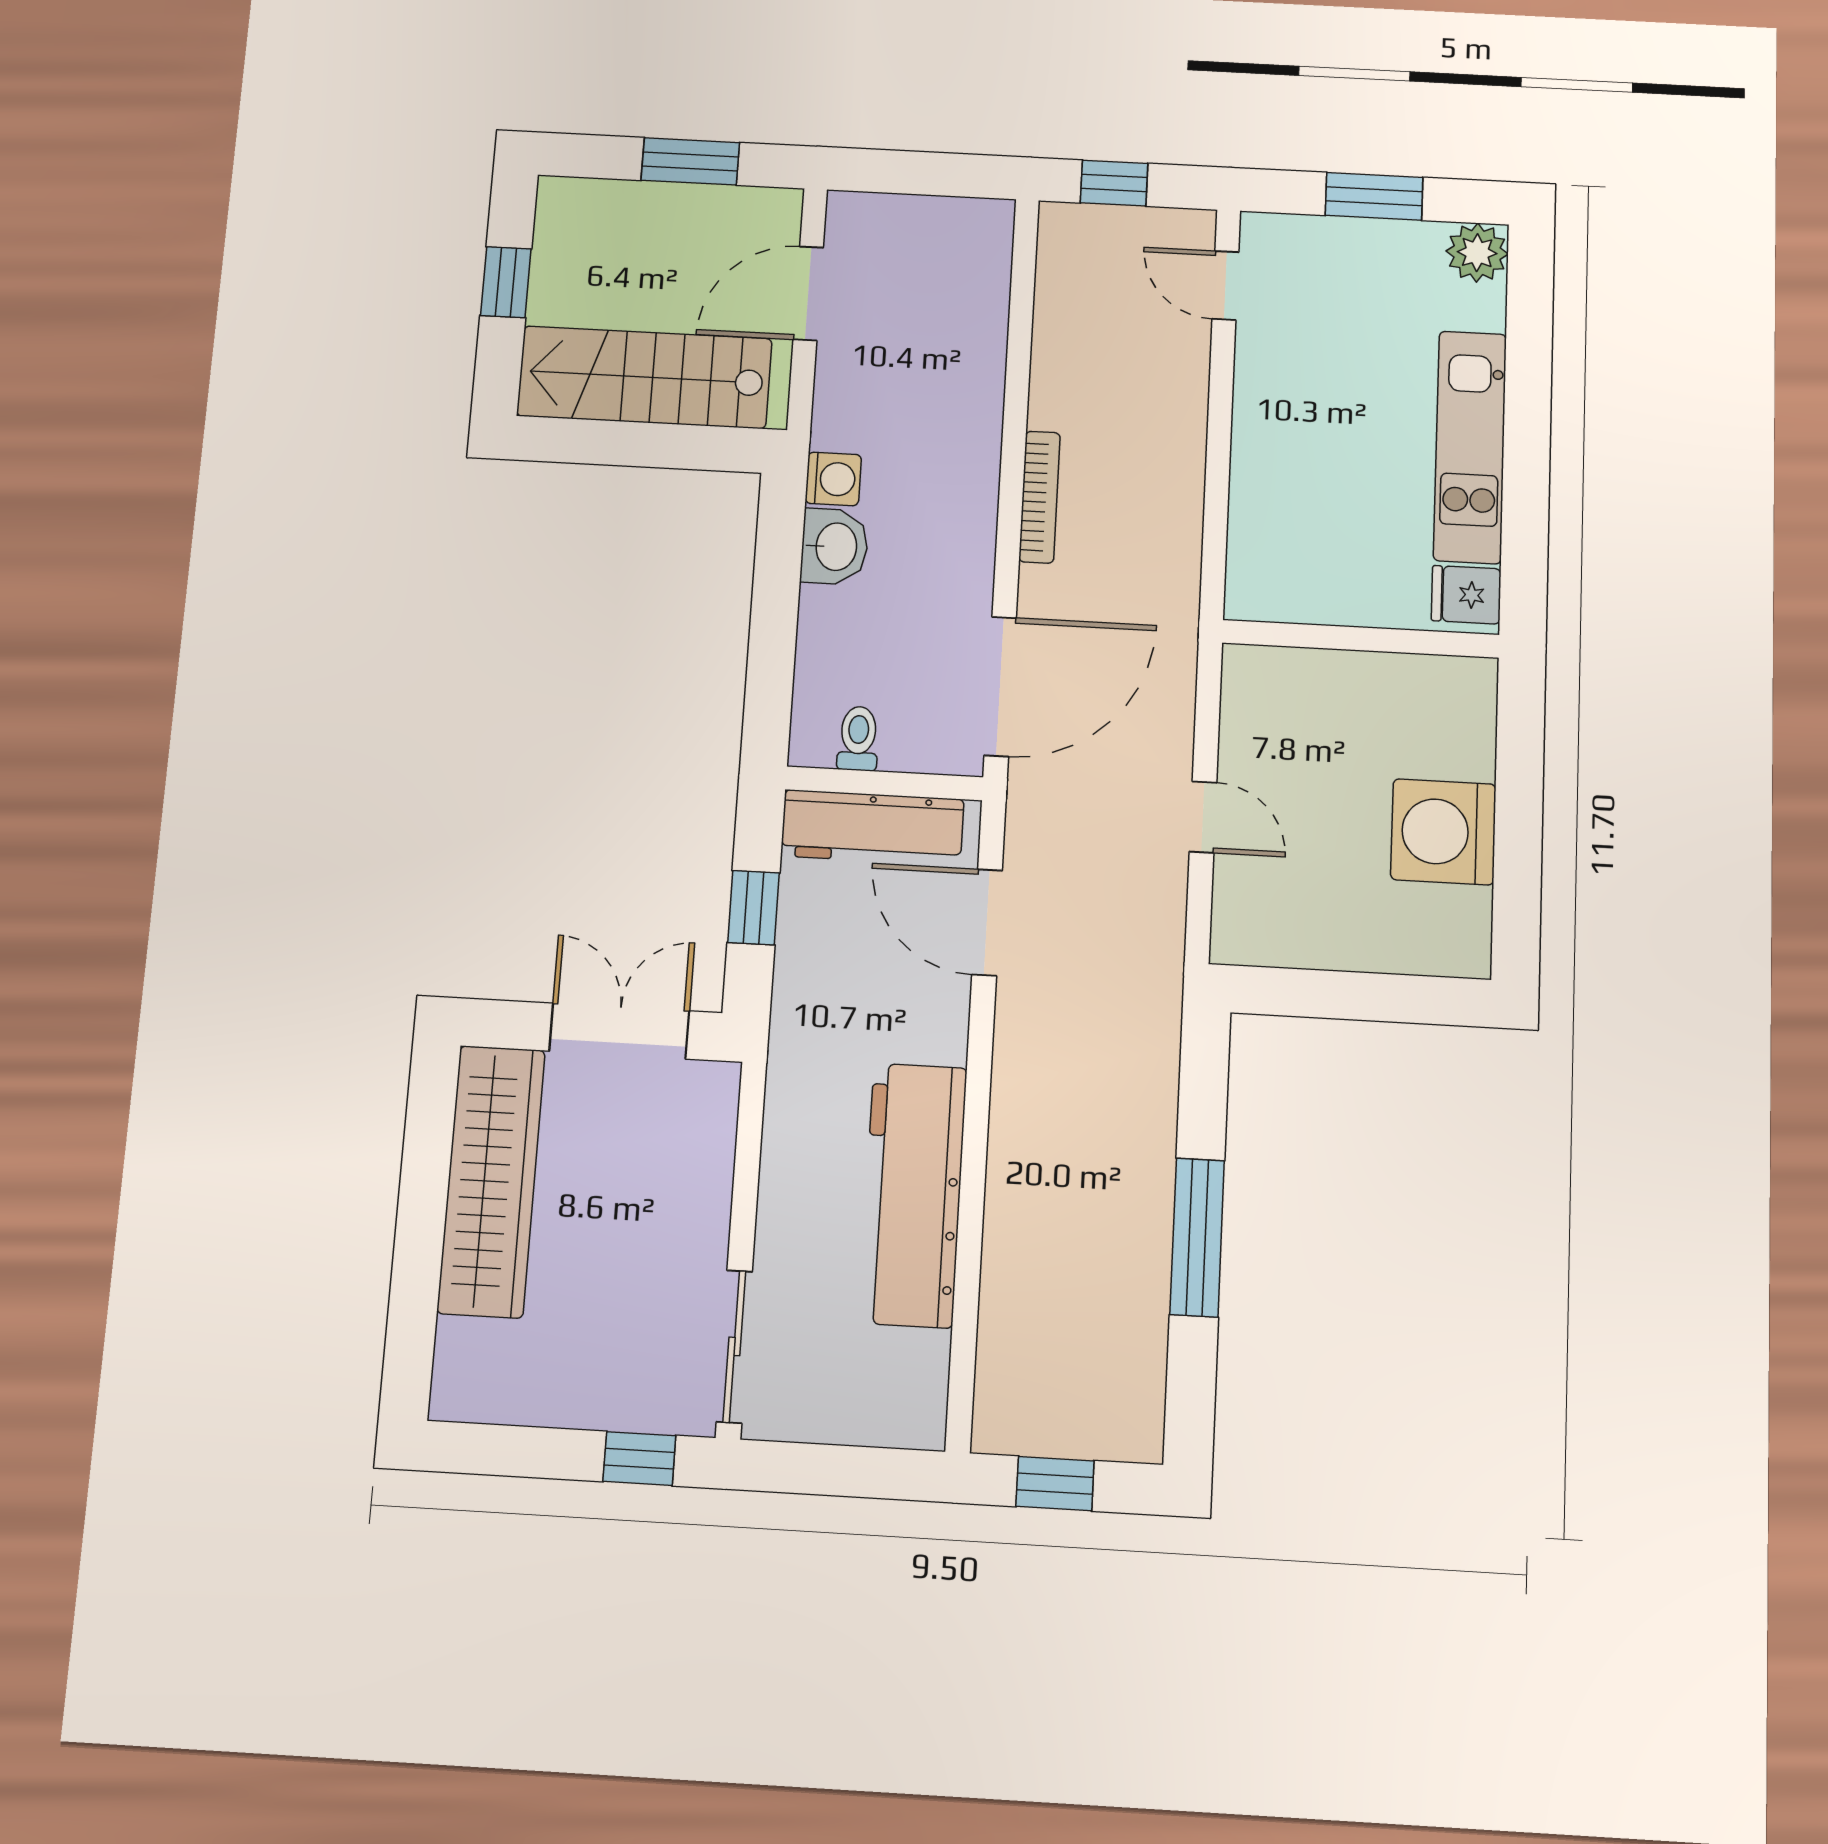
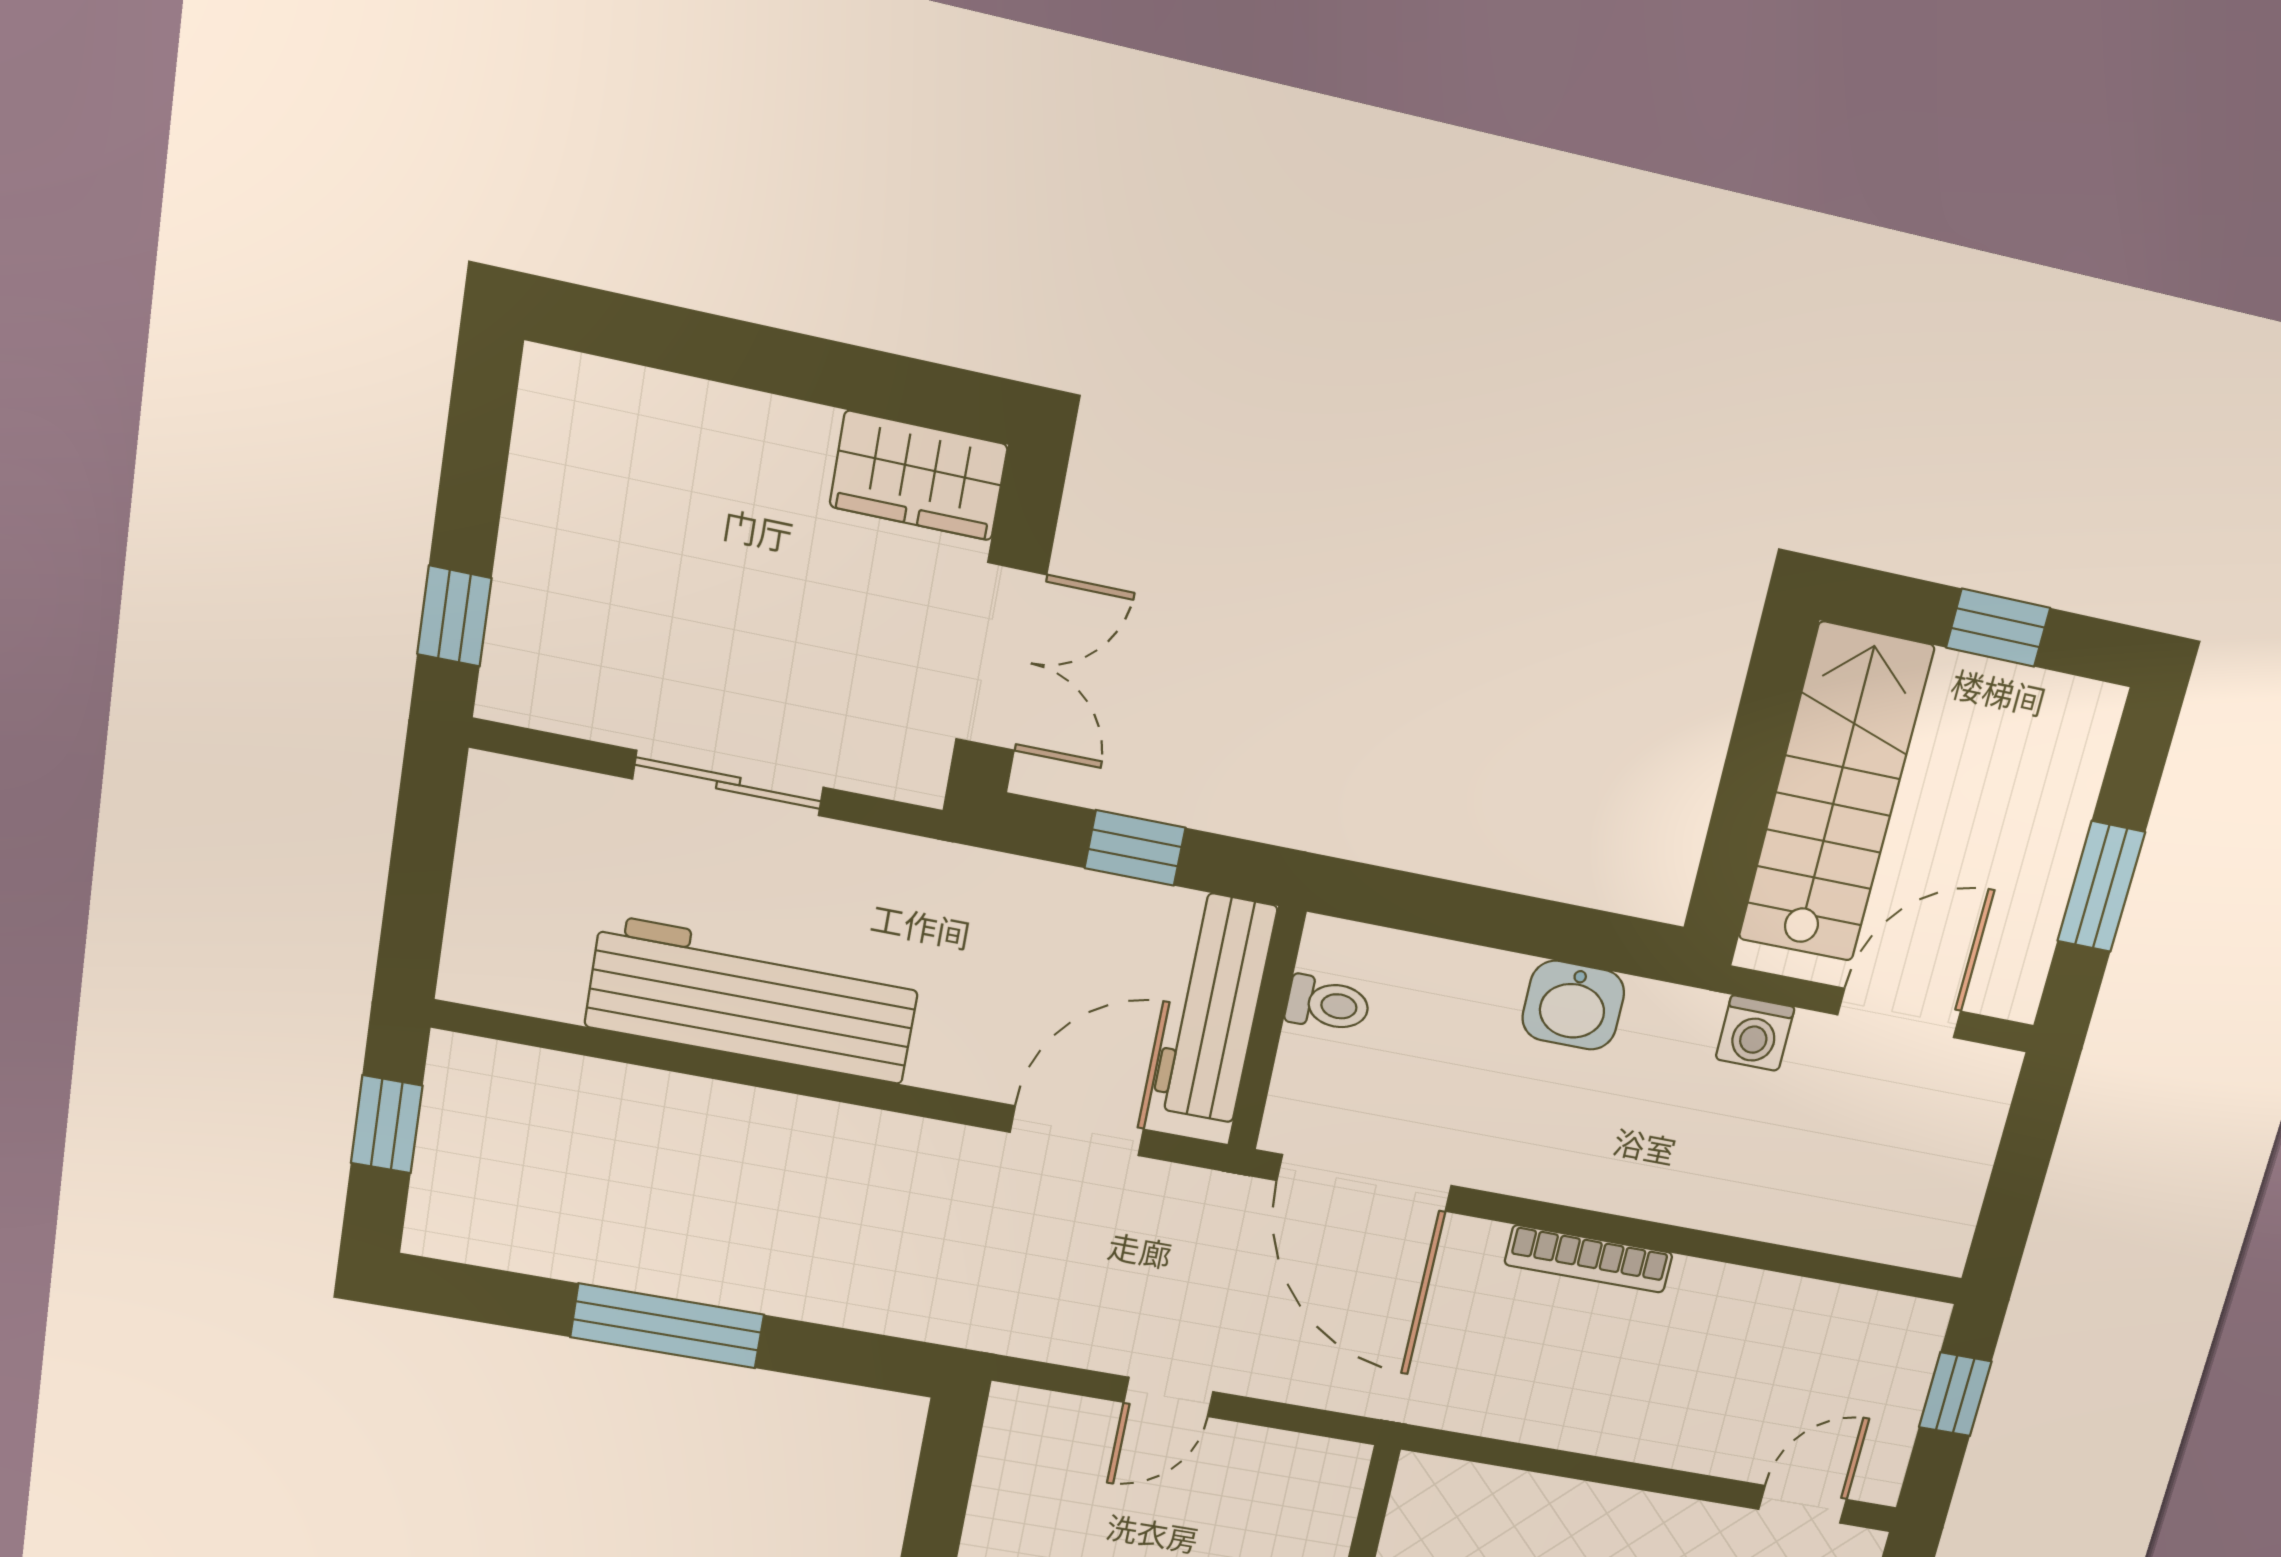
door: (808, 293) -> (1899, 1013), hinge flipped
washing machine: (833, 479) -> (1755, 1033), moved
wardrobe: (491, 1181) -> (919, 476), width x0.48, depth x0.85
sliding door: (734, 1346) -> (728, 783), moved

